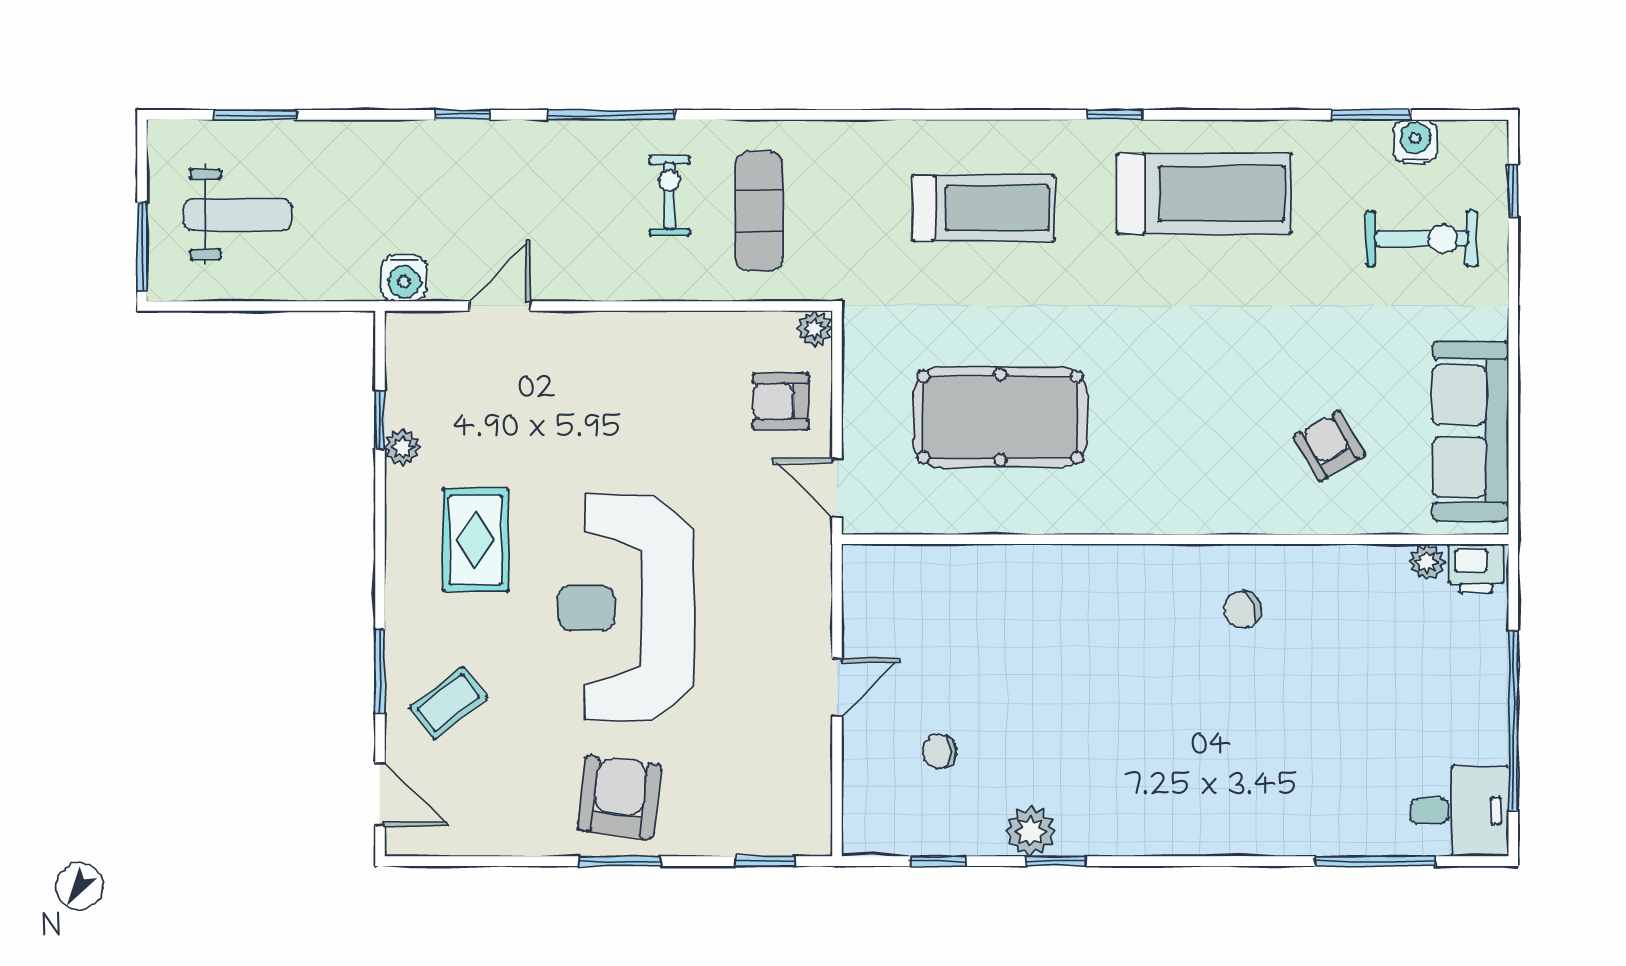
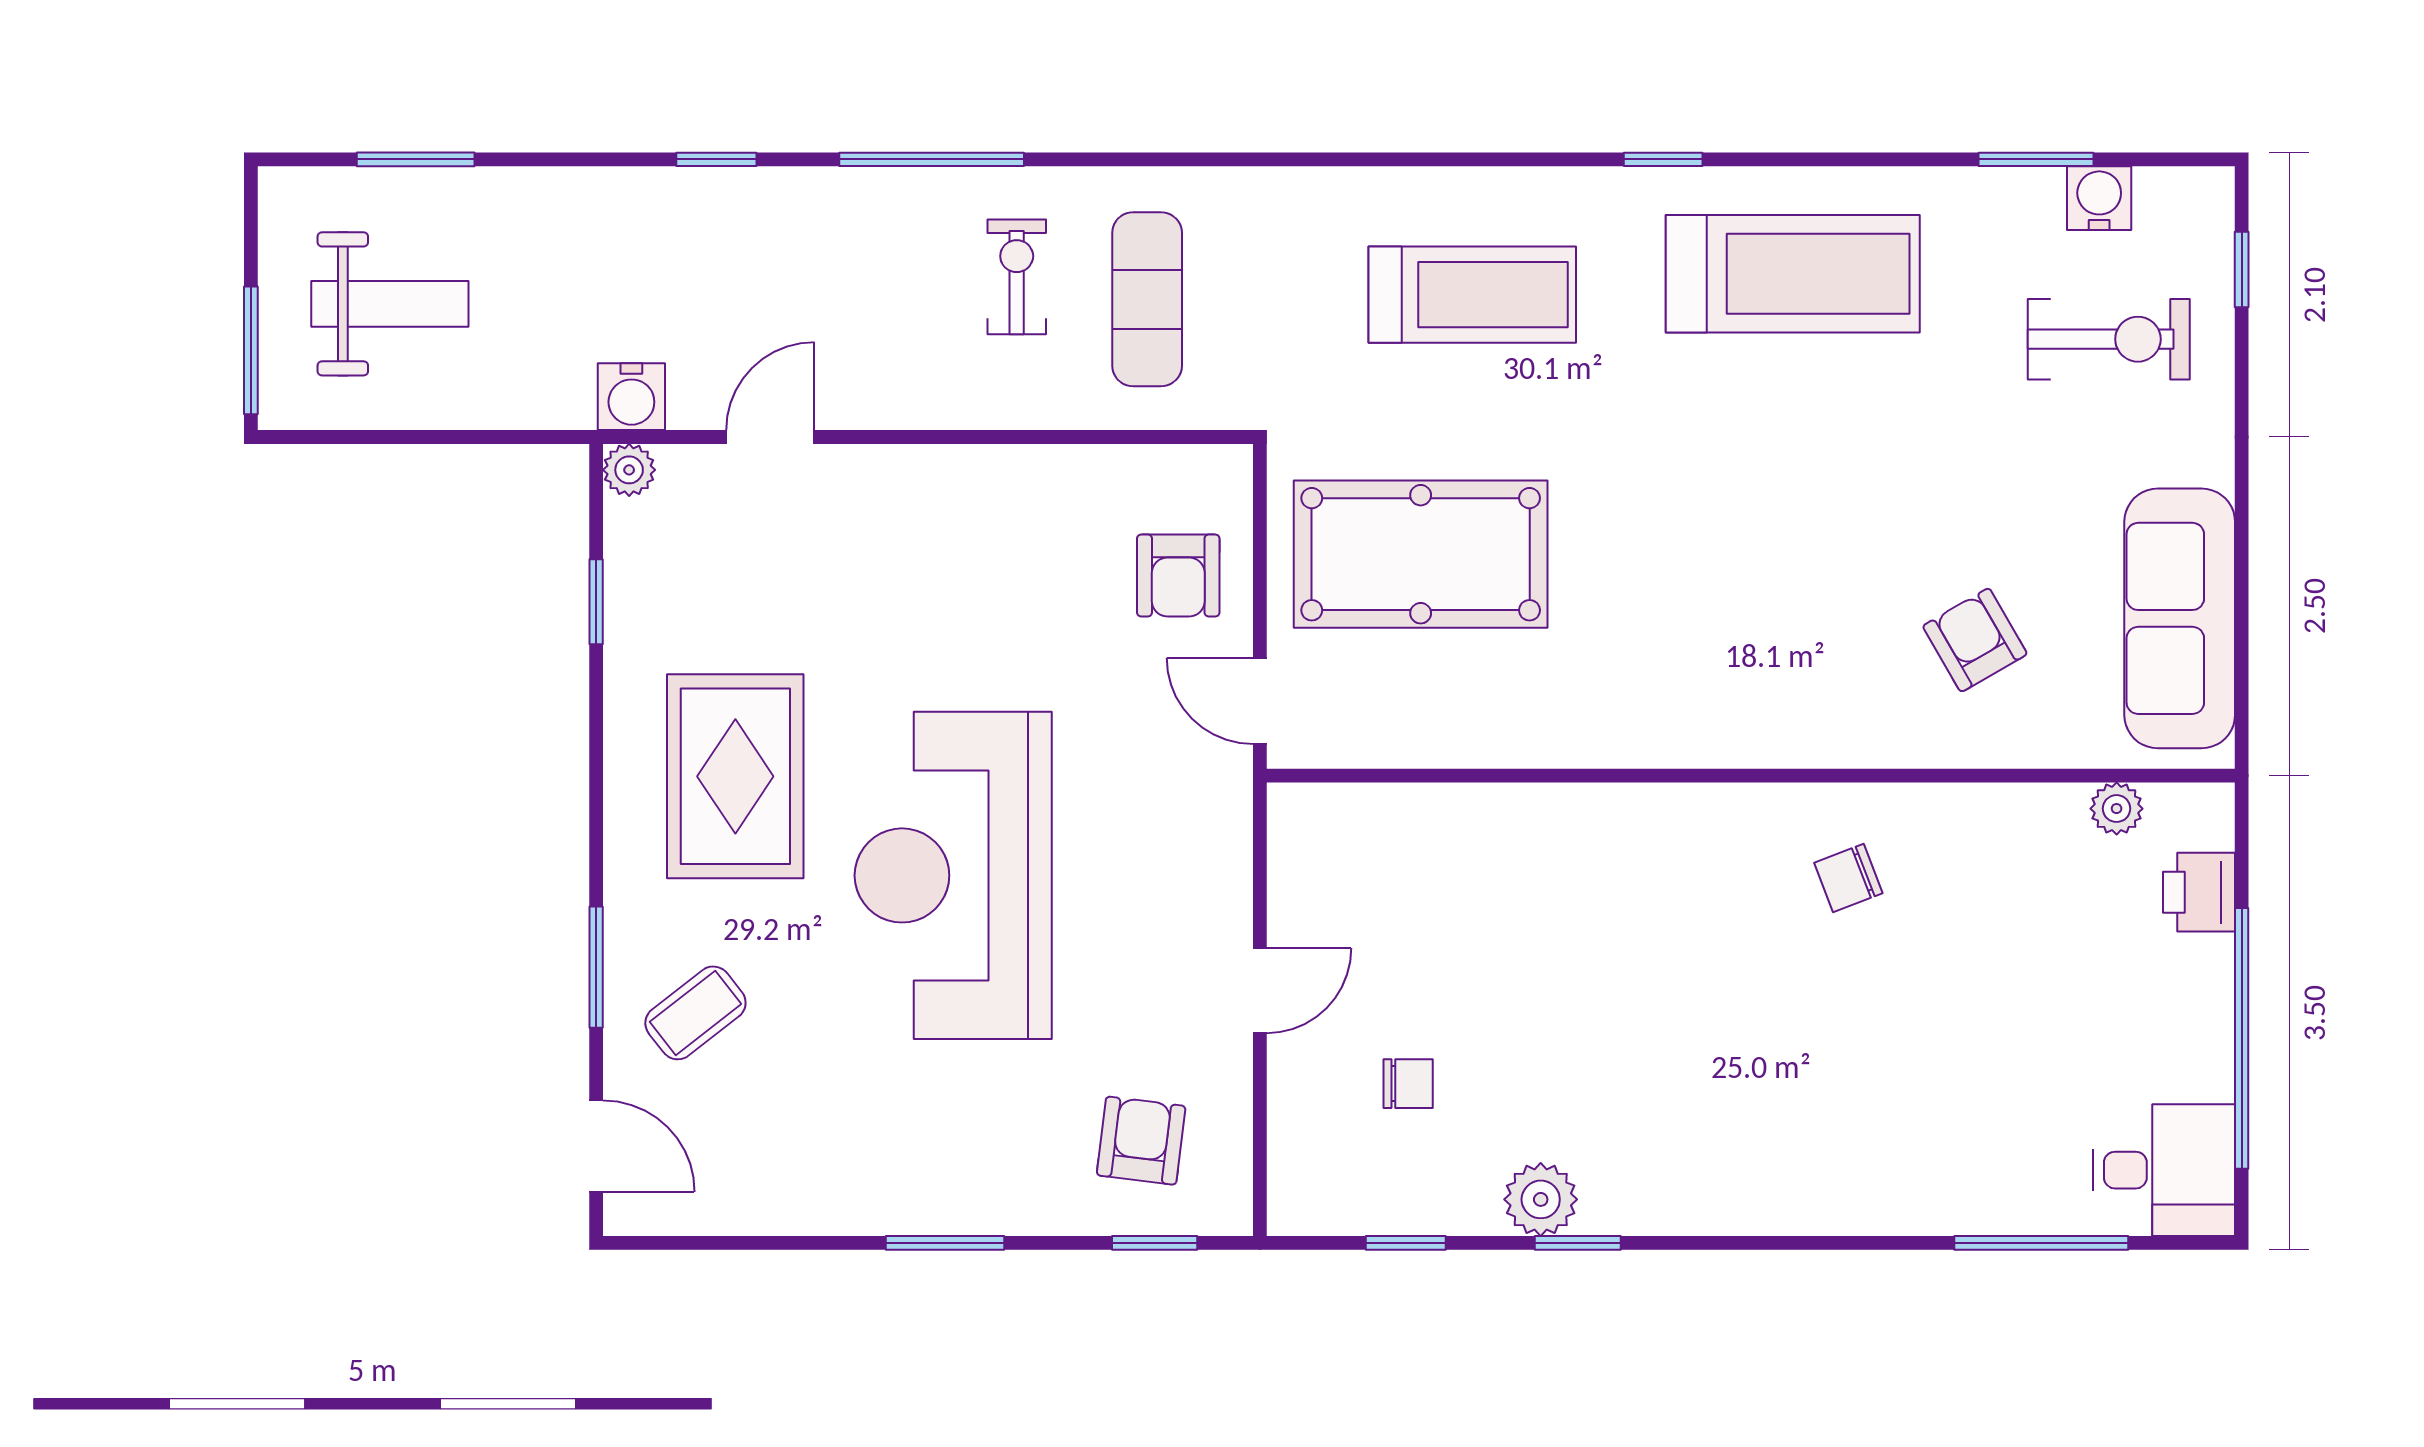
plant: (815, 328) -> (1227, 470), removed
armchair: (781, 401) -> (1178, 575), turned -90
pool table: (1000, 417) -> (1421, 554), moved
plant: (403, 447) -> (629, 470), moved
rug: (476, 540) -> (735, 776), width x1.36, depth x1.43
printer: (1476, 569) -> (2199, 892), moved, turned 90
chair: (939, 751) -> (1408, 1084), turned 180
armchair: (619, 797) -> (1141, 1141), moved, width x0.72, depth x0.72

